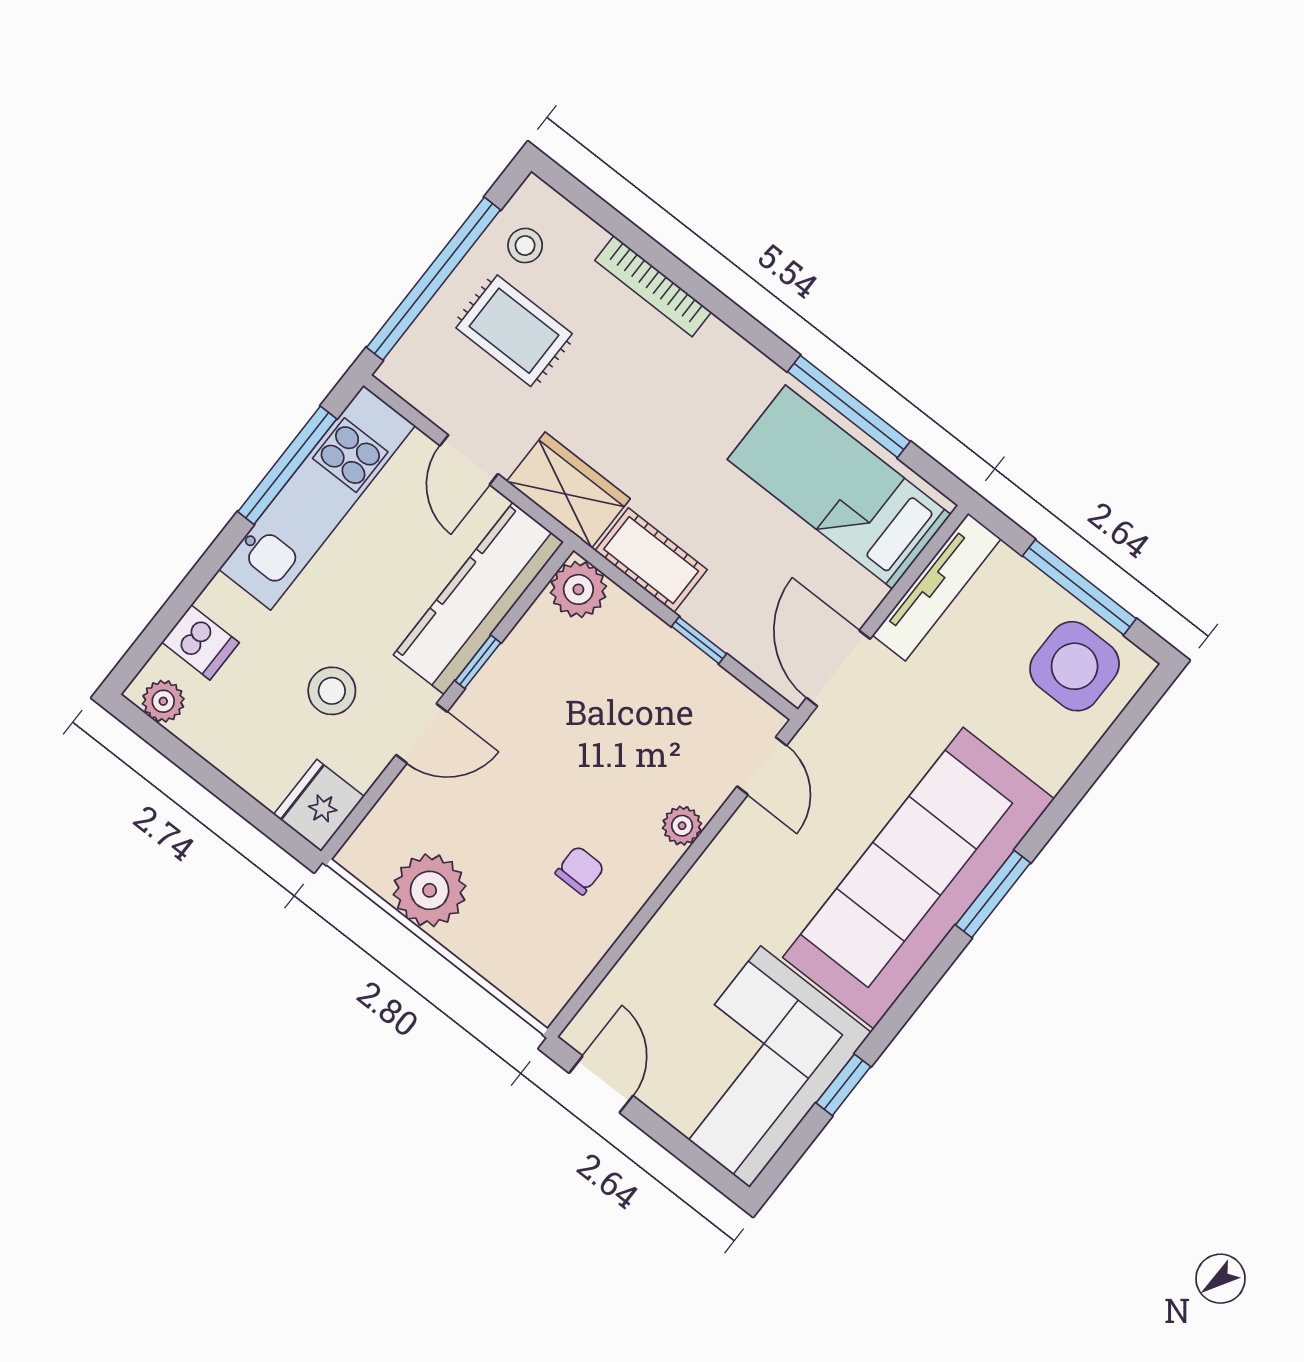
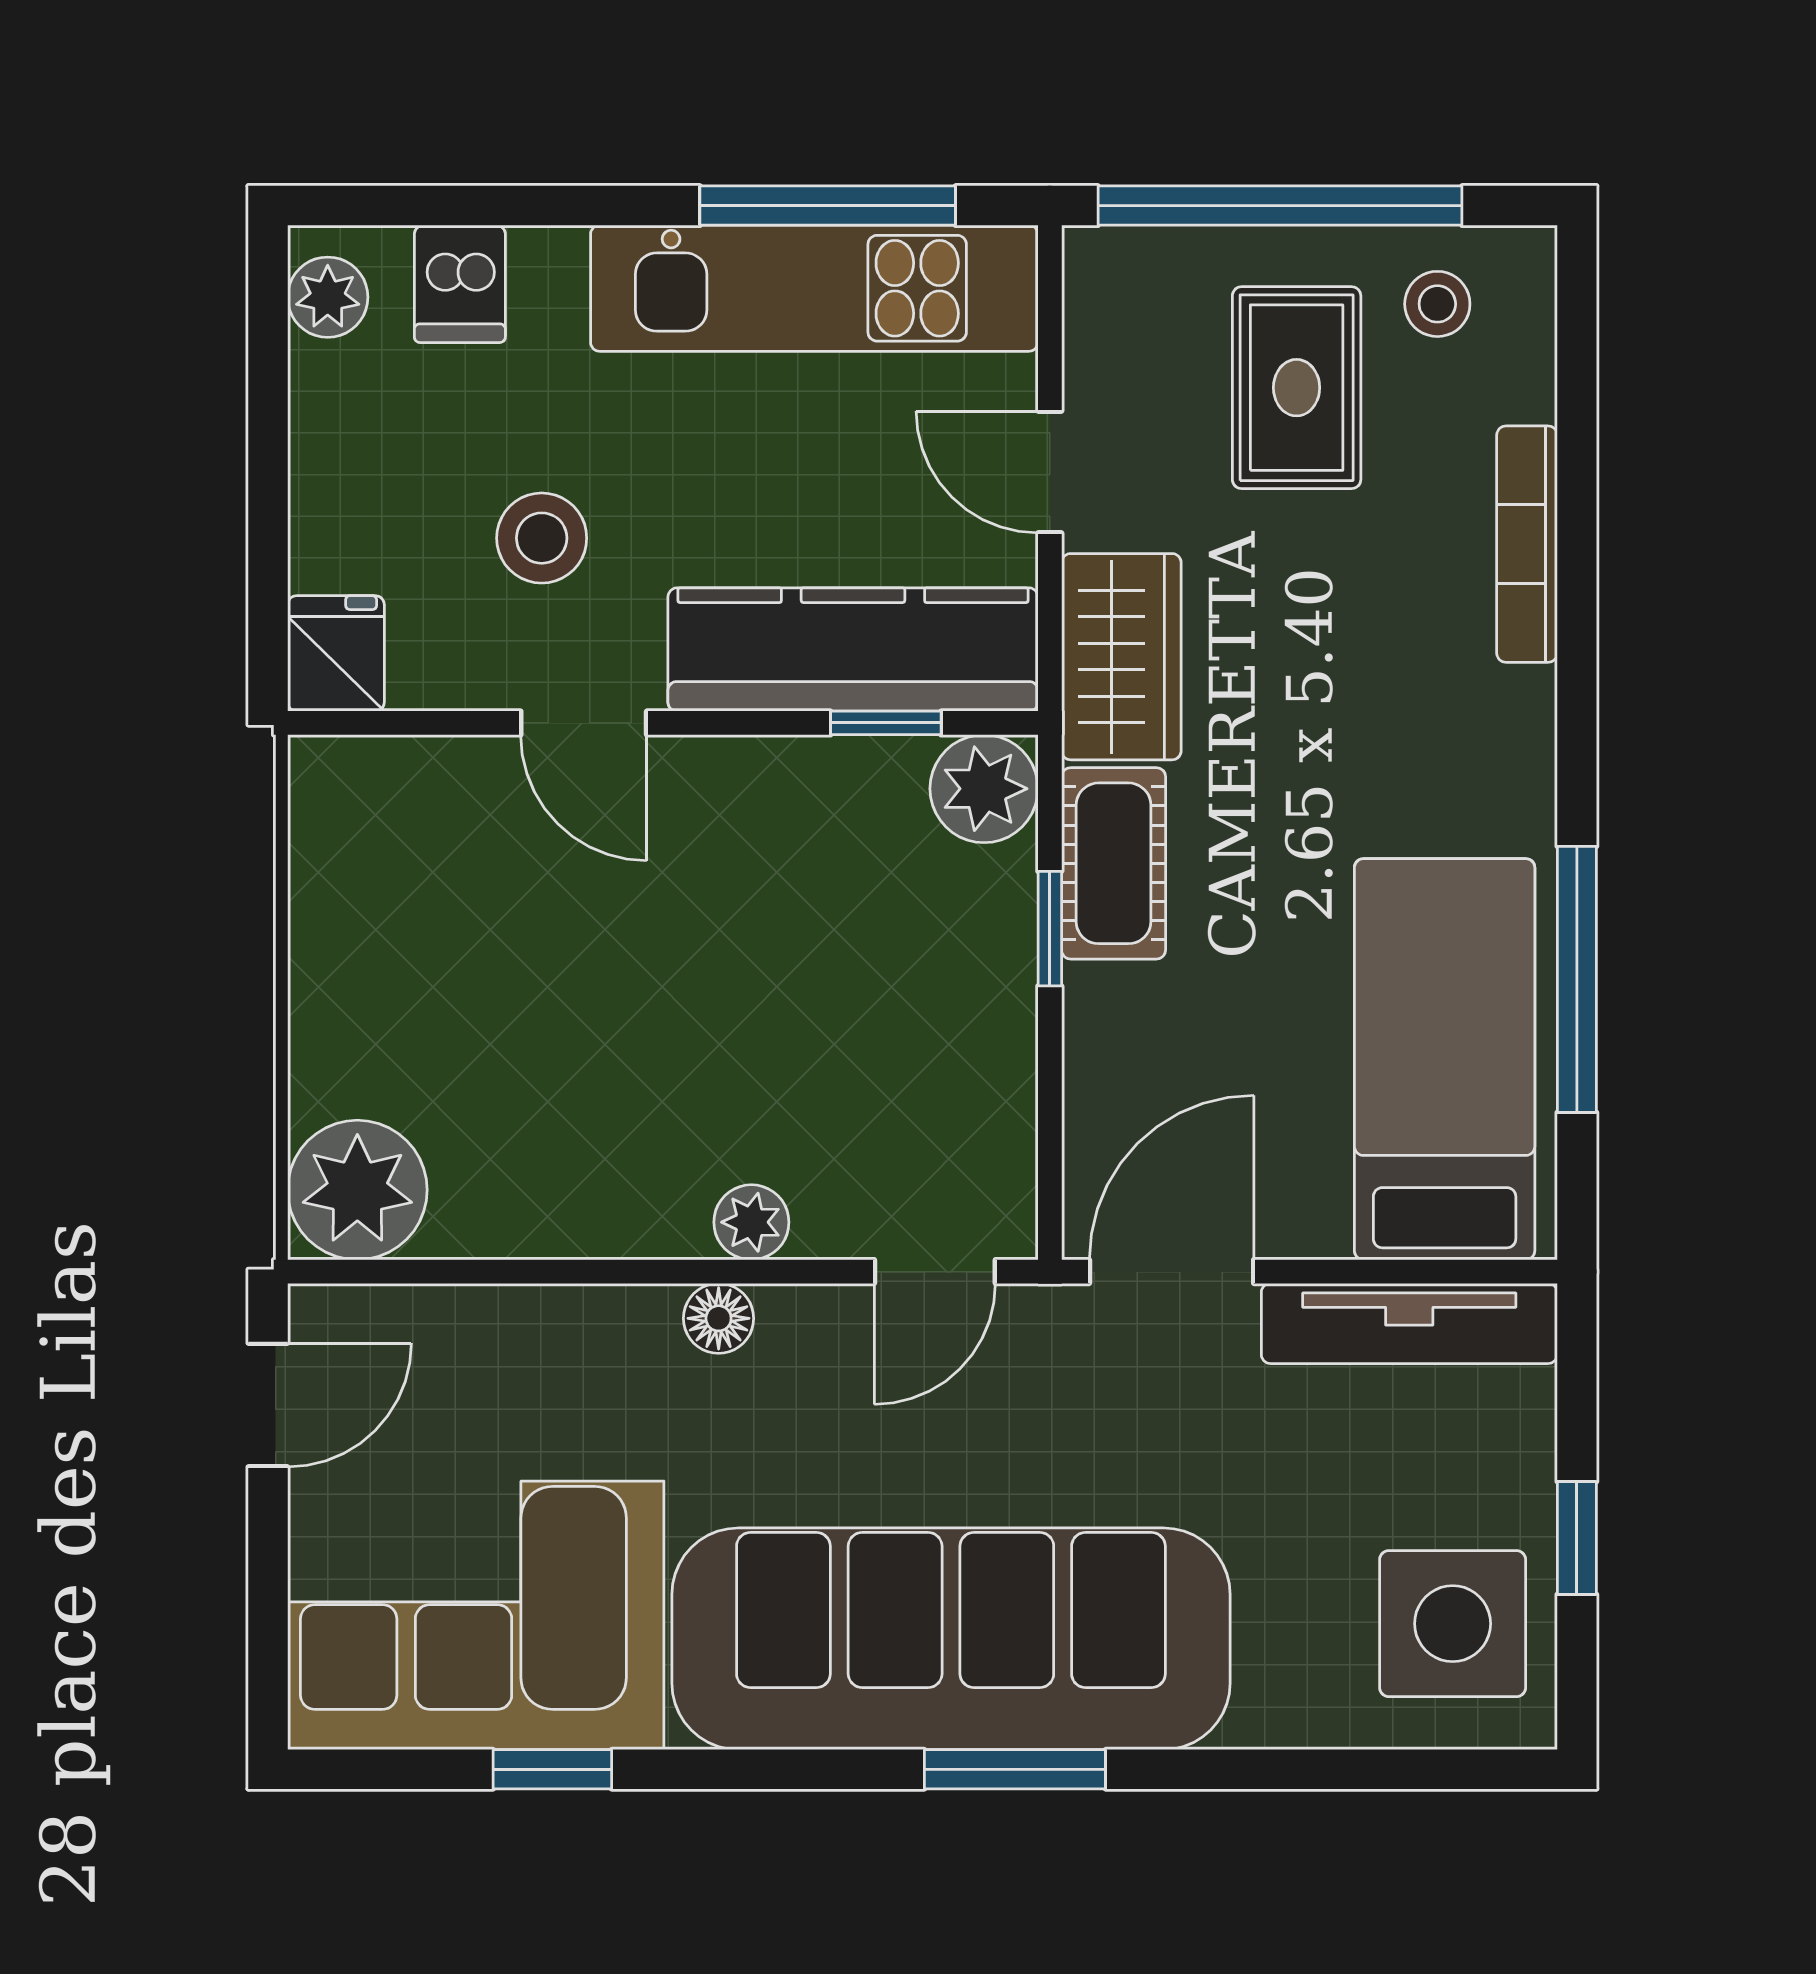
door: (469, 460) -> (1050, 472), hinge flipped
window: (1079, 587) -> (1577, 1538), width x0.46
window: (699, 640) -> (1050, 929), moved
window: (478, 662) -> (886, 723), moved
fridge: (319, 805) -> (336, 653), width x0.72
chair: (580, 870) -> (564, 1121), removed
floor lamp: (711, 870) -> (719, 1318), added
plant: (430, 890) -> (357, 1190), moved

